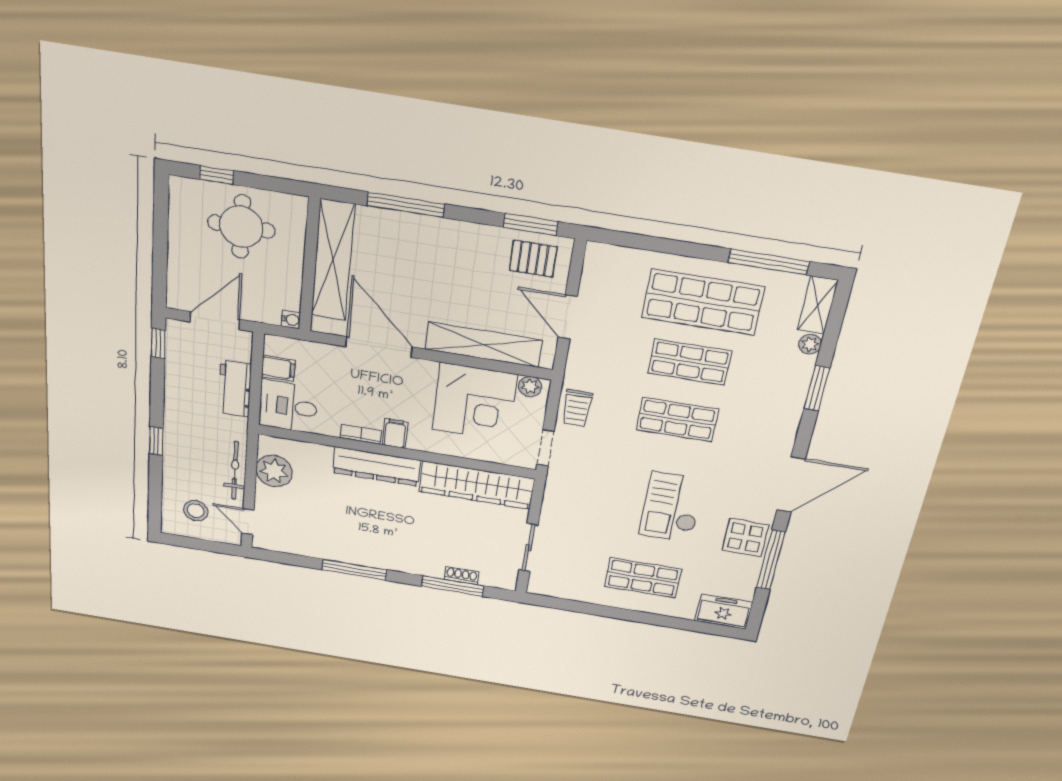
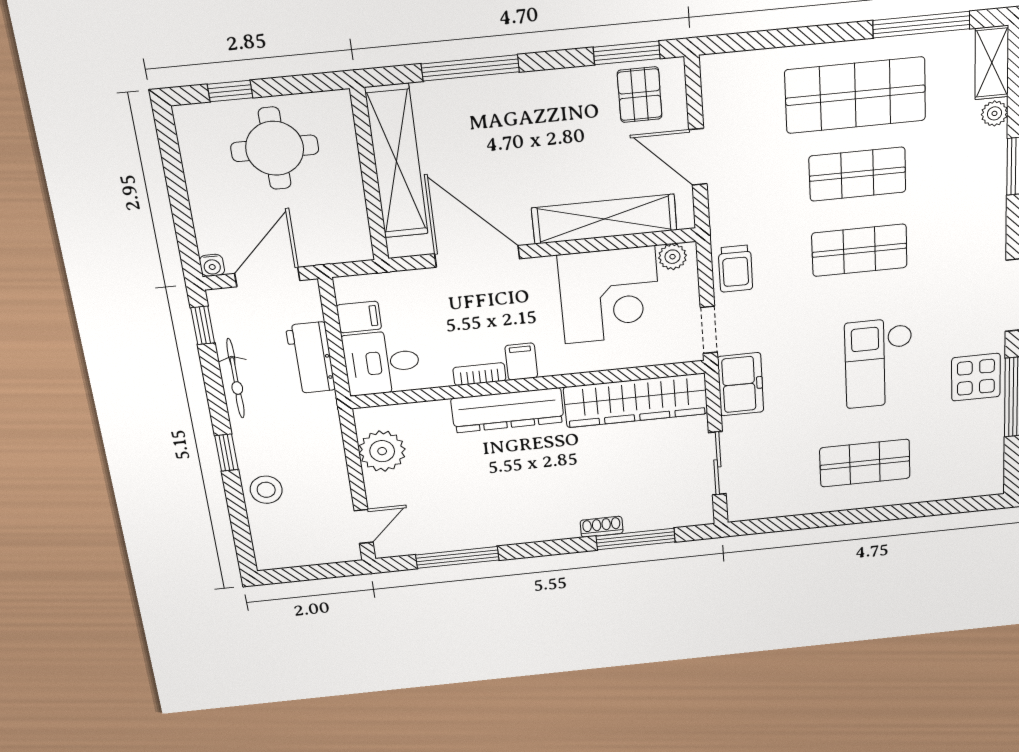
pallet: (533, 259) -> (640, 95), turned 90
water cooler: (291, 320) -> (212, 265), moved, turned 90
bicycle: (235, 471) -> (236, 378), moved, turned 180
stool: (196, 511) -> (266, 490), moved
door: (248, 522) -> (364, 526), swing flipped
window: (354, 570) -> (457, 557), moved
shoe rack: (462, 576) -> (602, 527), moved
freezer: (724, 612) -> (741, 384), moved, turned 90

